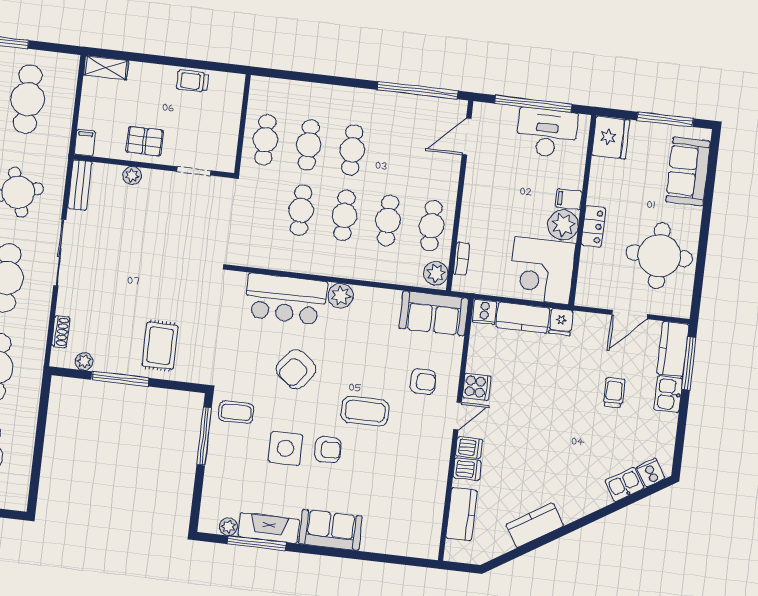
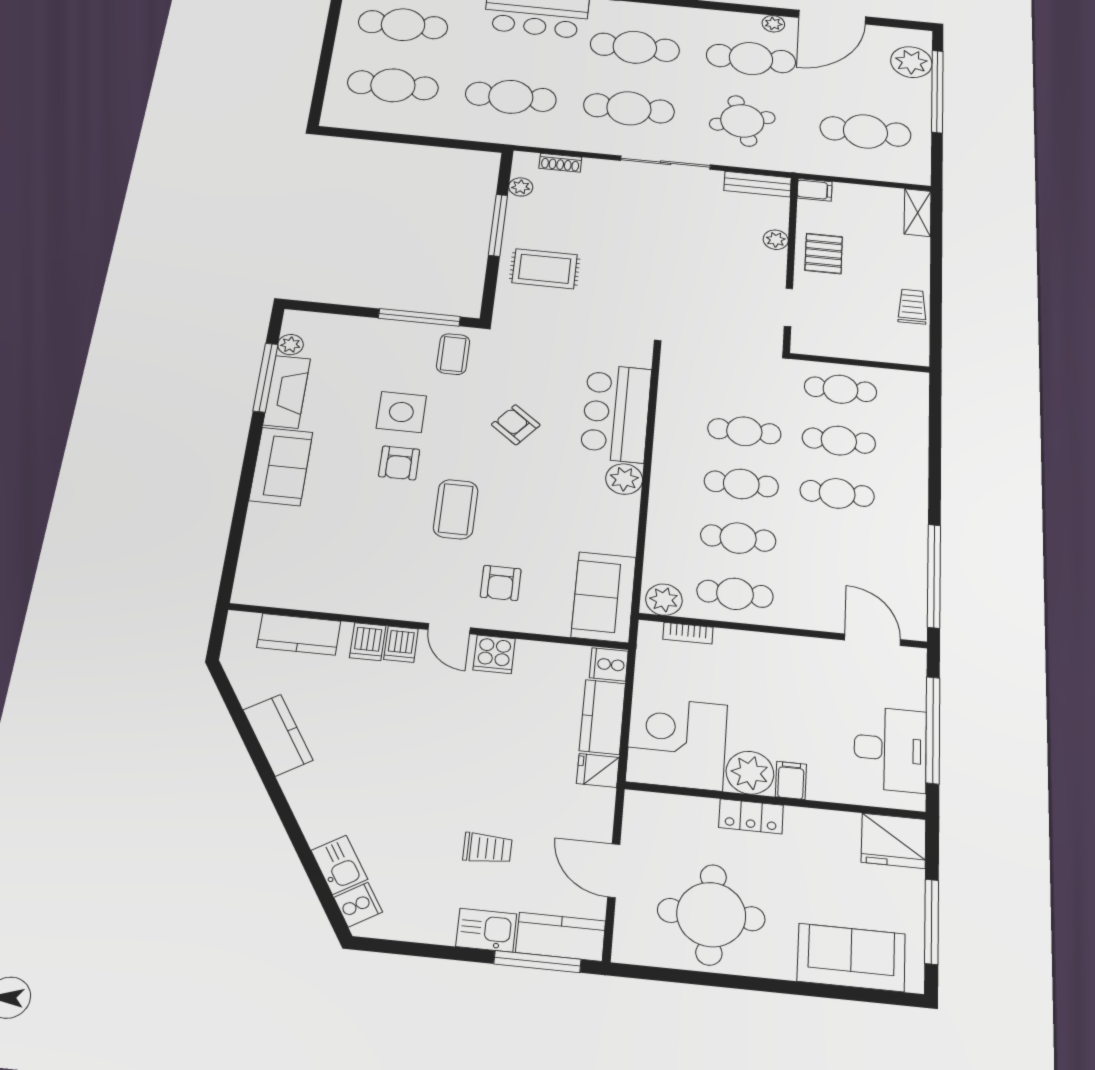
armchair: (296, 369) -> (516, 425), width x0.72, depth x0.72

